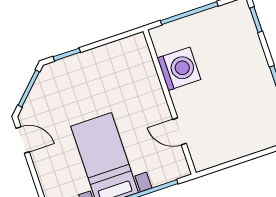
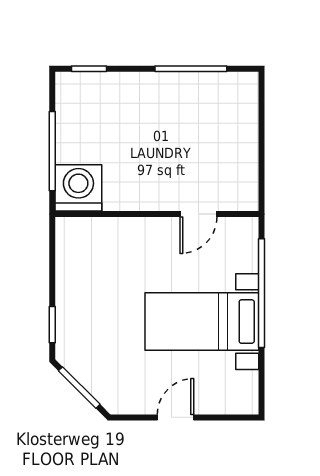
washing machine: (179, 69) -> (78, 188), moved
door: (23, 140) -> (176, 417), moved

